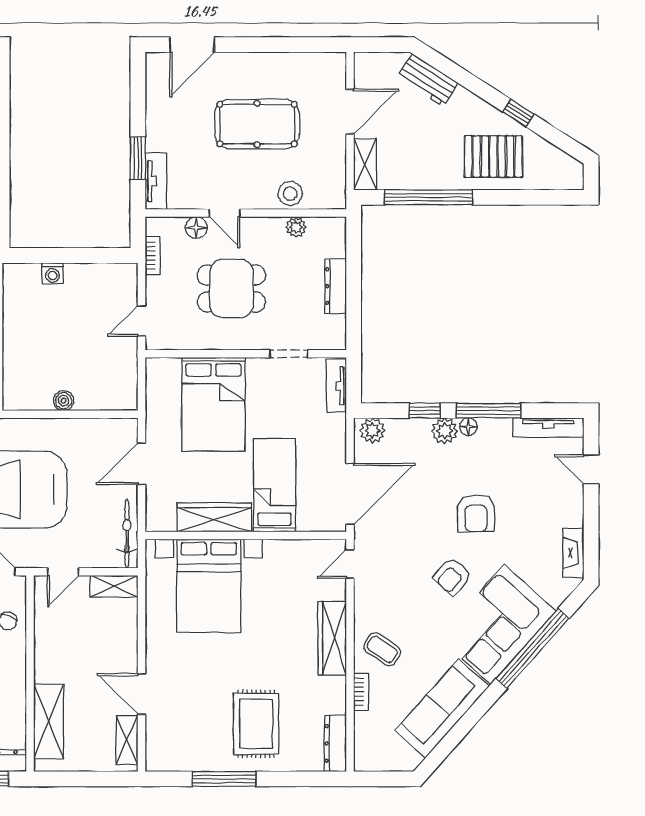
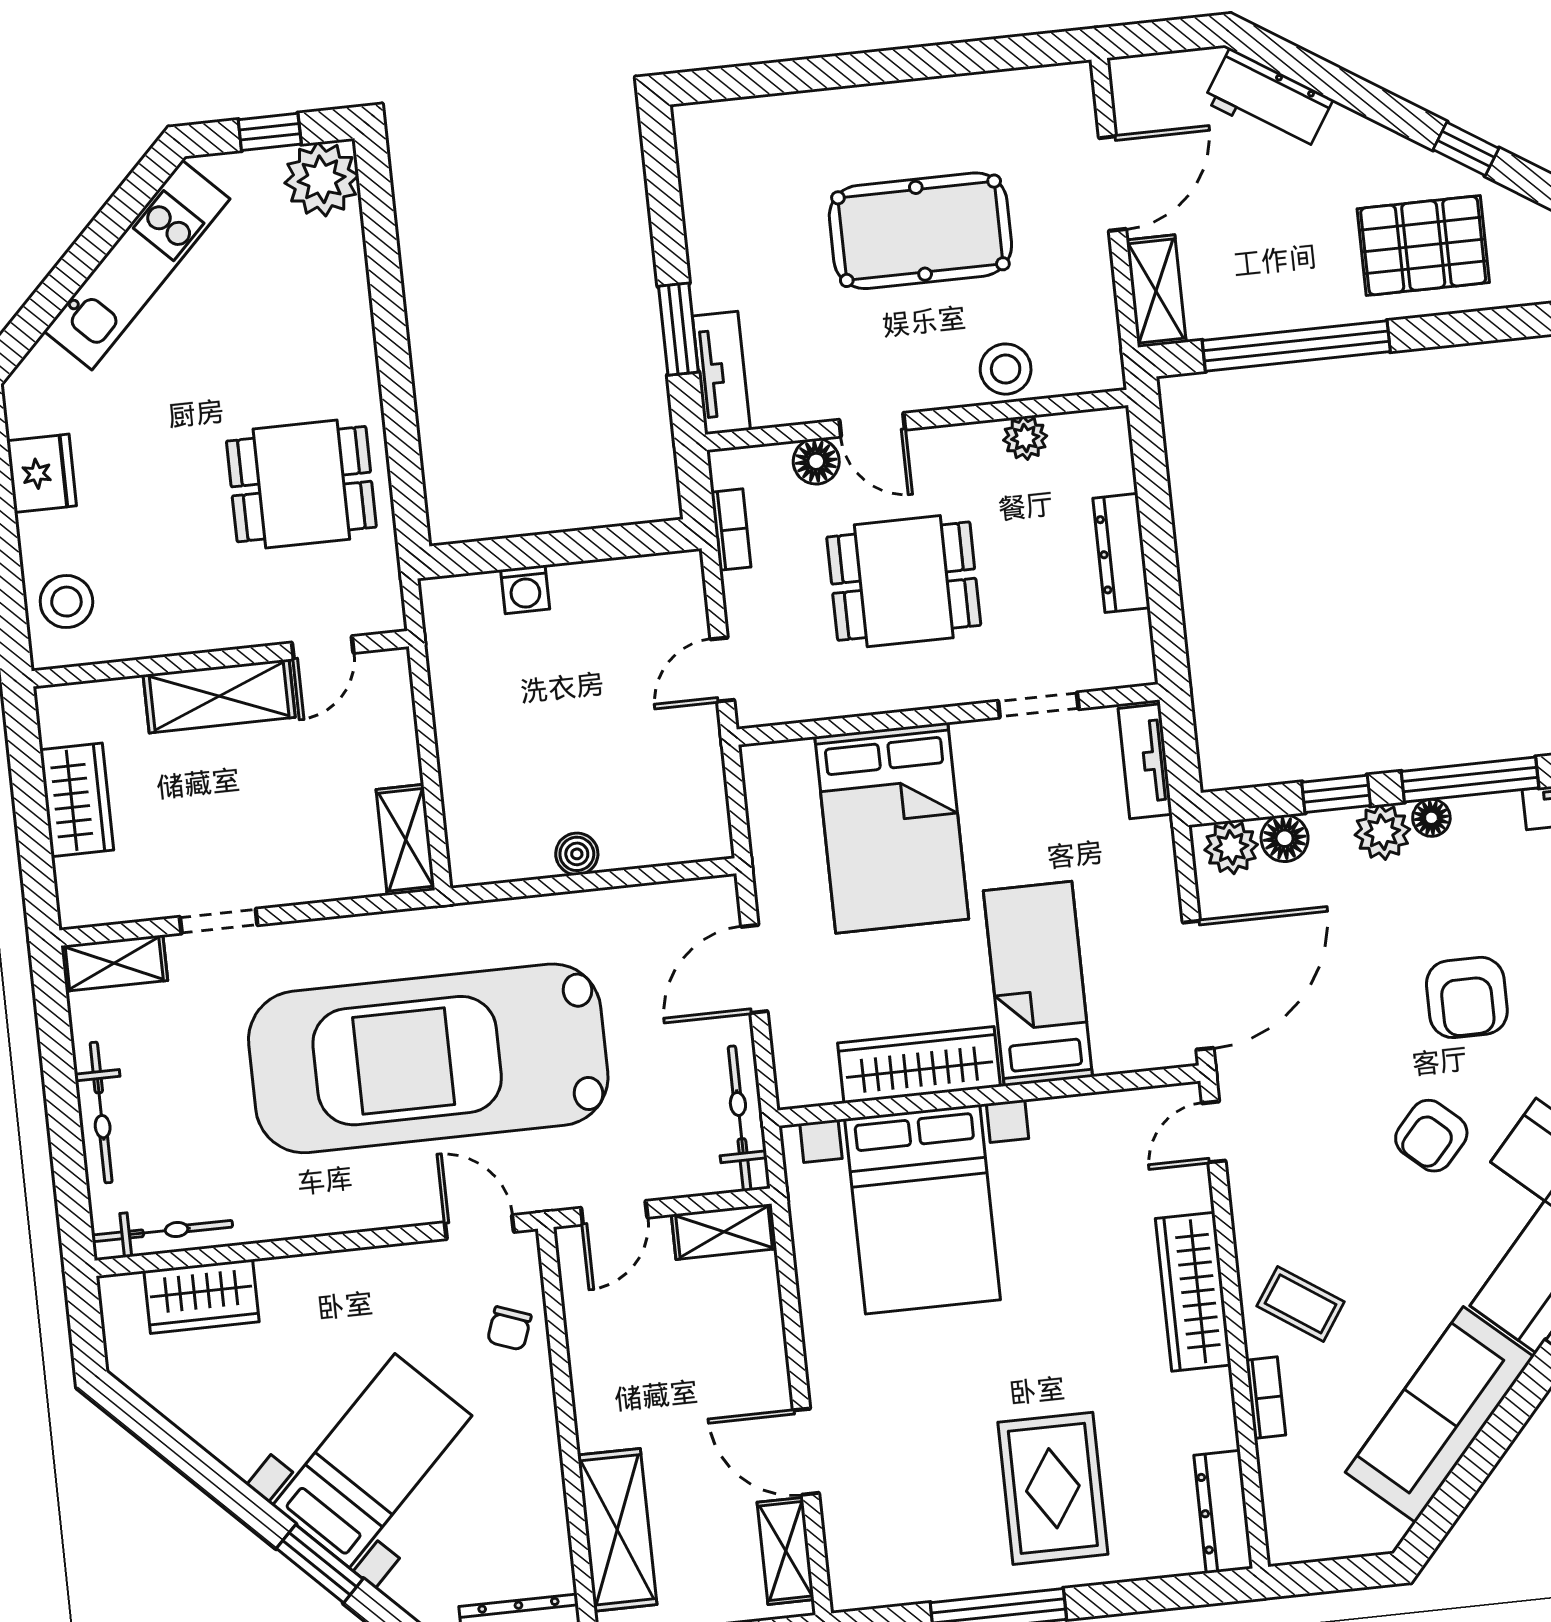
door: (192, 45) -> (767, 79), removed
floor lamp: (398, 429) -> (1285, 838), added

